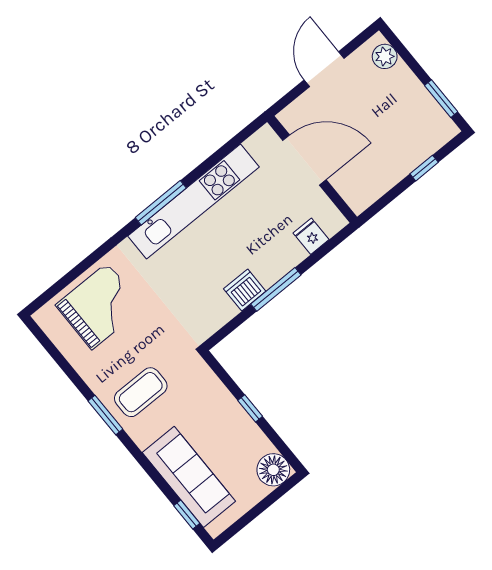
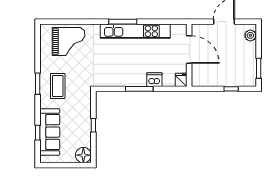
fridge: (311, 236) -> (181, 80), moved
dishwasher: (245, 290) -> (154, 80), moved
coffee table: (141, 392) -> (58, 86), turned 90
window: (187, 514) -> (38, 133), moved

